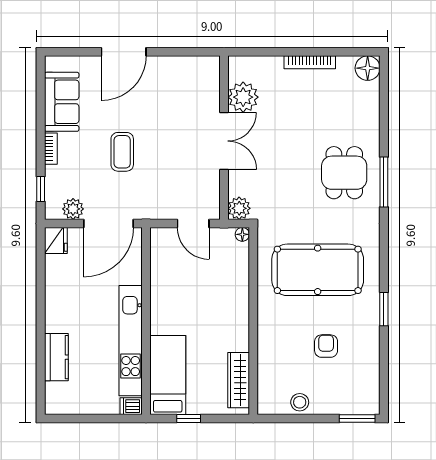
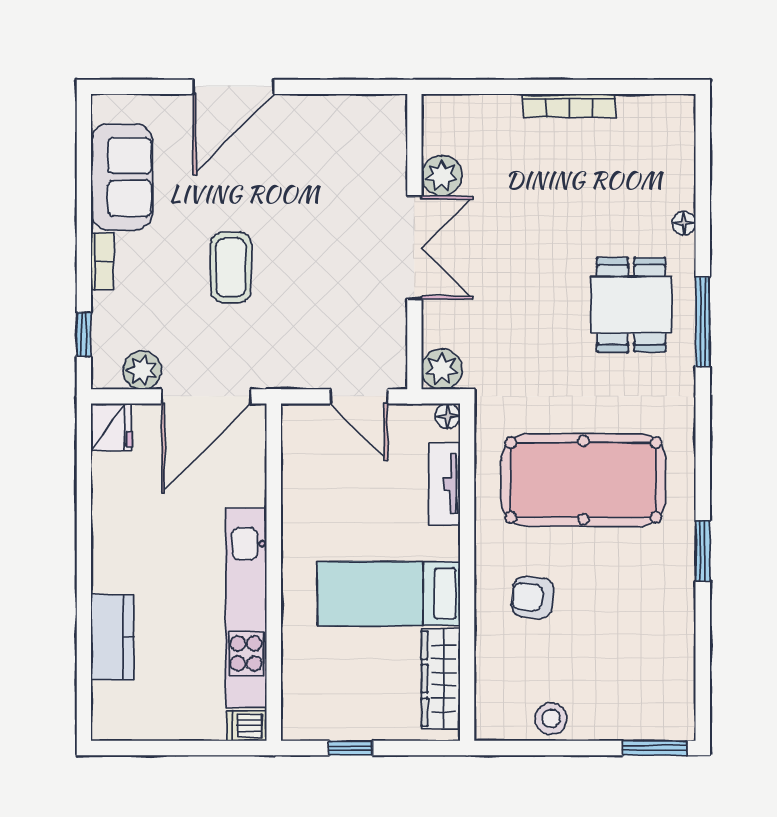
floor lamp: (368, 68) -> (684, 223), moved, width x0.53, depth x0.53
plant: (243, 97) -> (442, 176), width x0.73, depth x0.73
tv unit: (241, 272) -> (444, 484), added
armchair: (326, 346) -> (532, 597), moved, turned -84
bed: (168, 375) -> (389, 594), moved, turned -90

